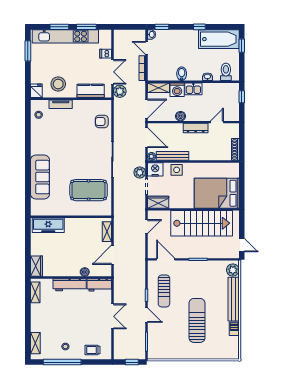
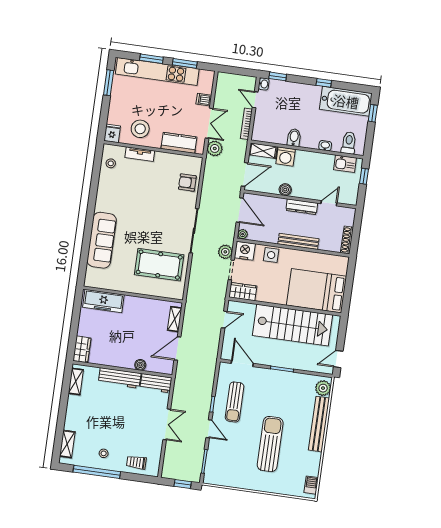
kitchen sink: (193, 89) -> (345, 164), moved
bench: (173, 156) -> (298, 241), moved
door: (242, 245) -> (338, 359), swing flipped
barbecue: (234, 329) -> (311, 485), moved

